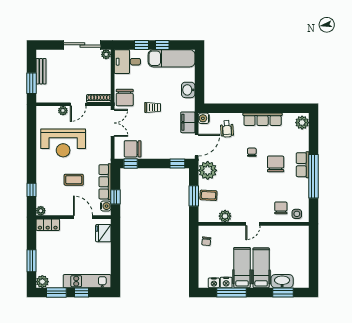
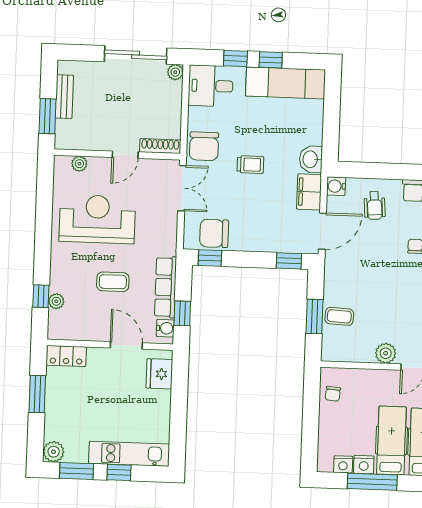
washbasin: (188, 90) -> (311, 159), moved
plant: (63, 111) -> (79, 164), moved
reception desk: (63, 143) -> (97, 219), turned 180
plant: (208, 170) -> (339, 274), removed
plant: (41, 211) -> (56, 301), moved
plant: (225, 216) -> (386, 353), moved
window: (31, 261) -> (37, 394), moved

